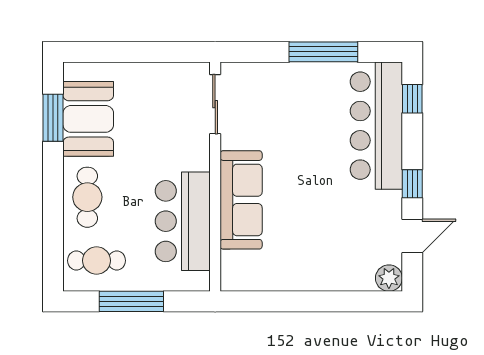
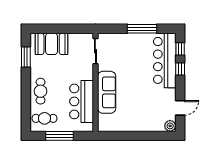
booth: (88, 119) -> (52, 44), moved, turned 90
window: (412, 184) -> (180, 69), moved

